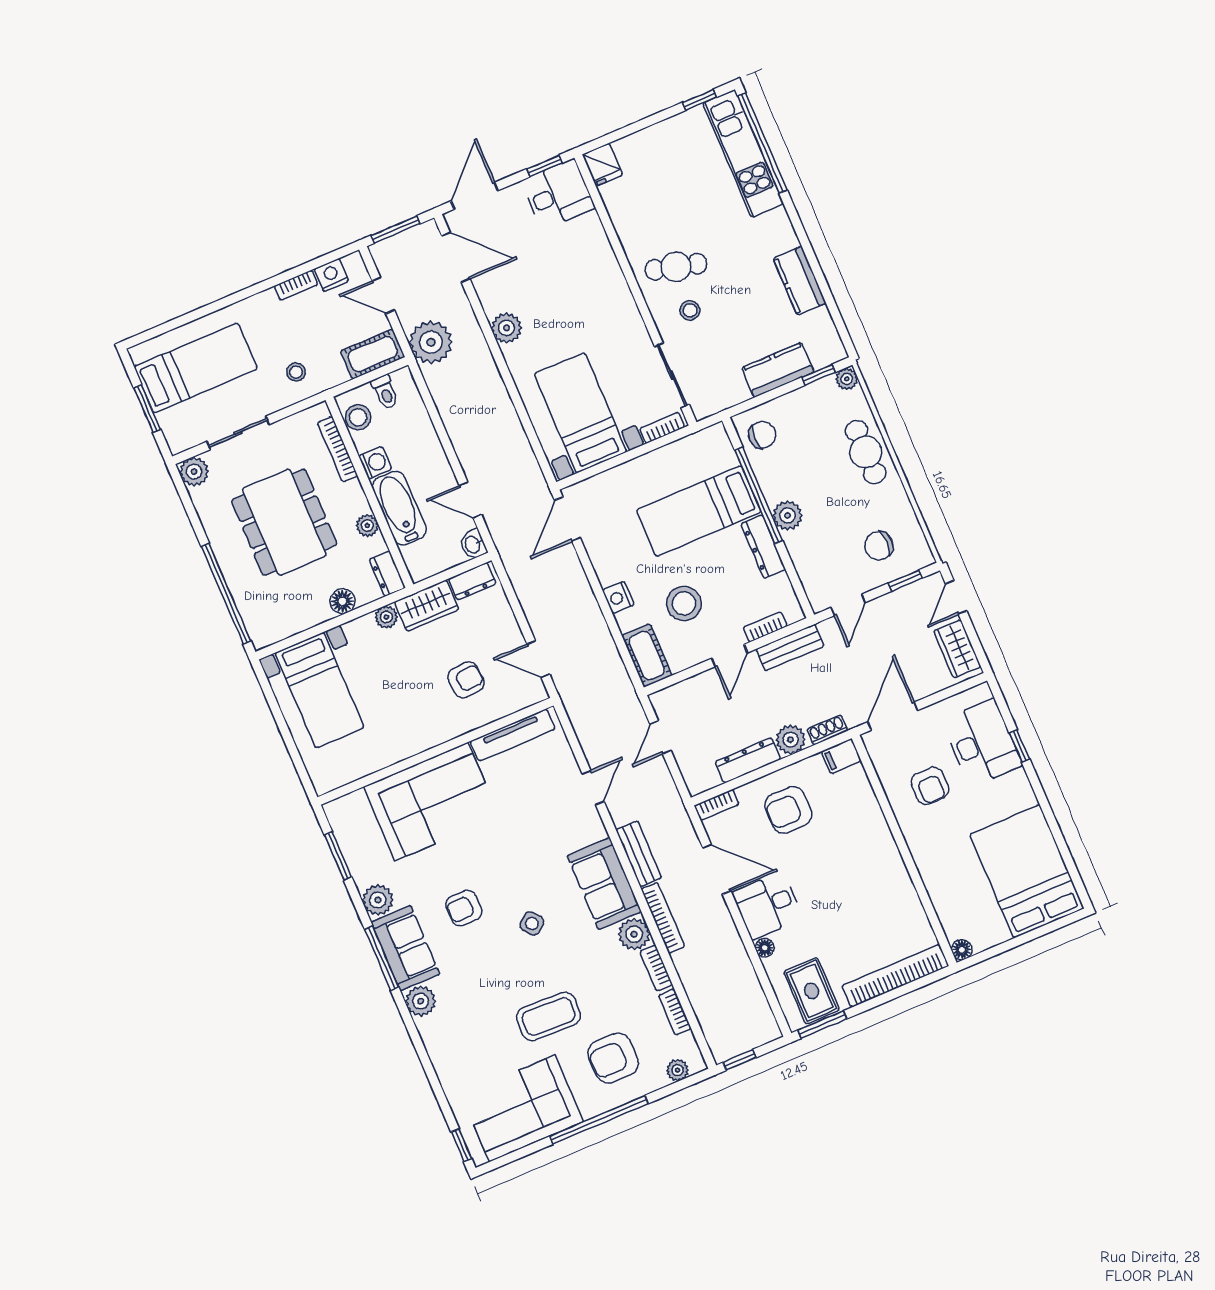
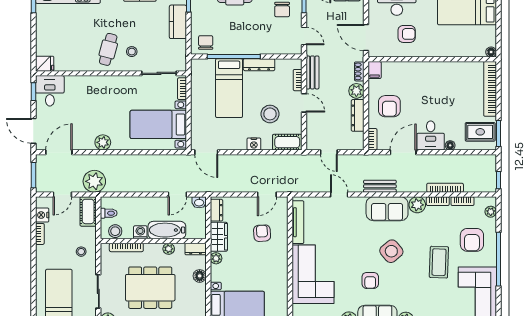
plant: (788, 515) -> (249, 47), removed
bookcase: (663, 918) -> (445, 188), moved
side table: (532, 923) -> (391, 251), width x1.87, depth x1.87

